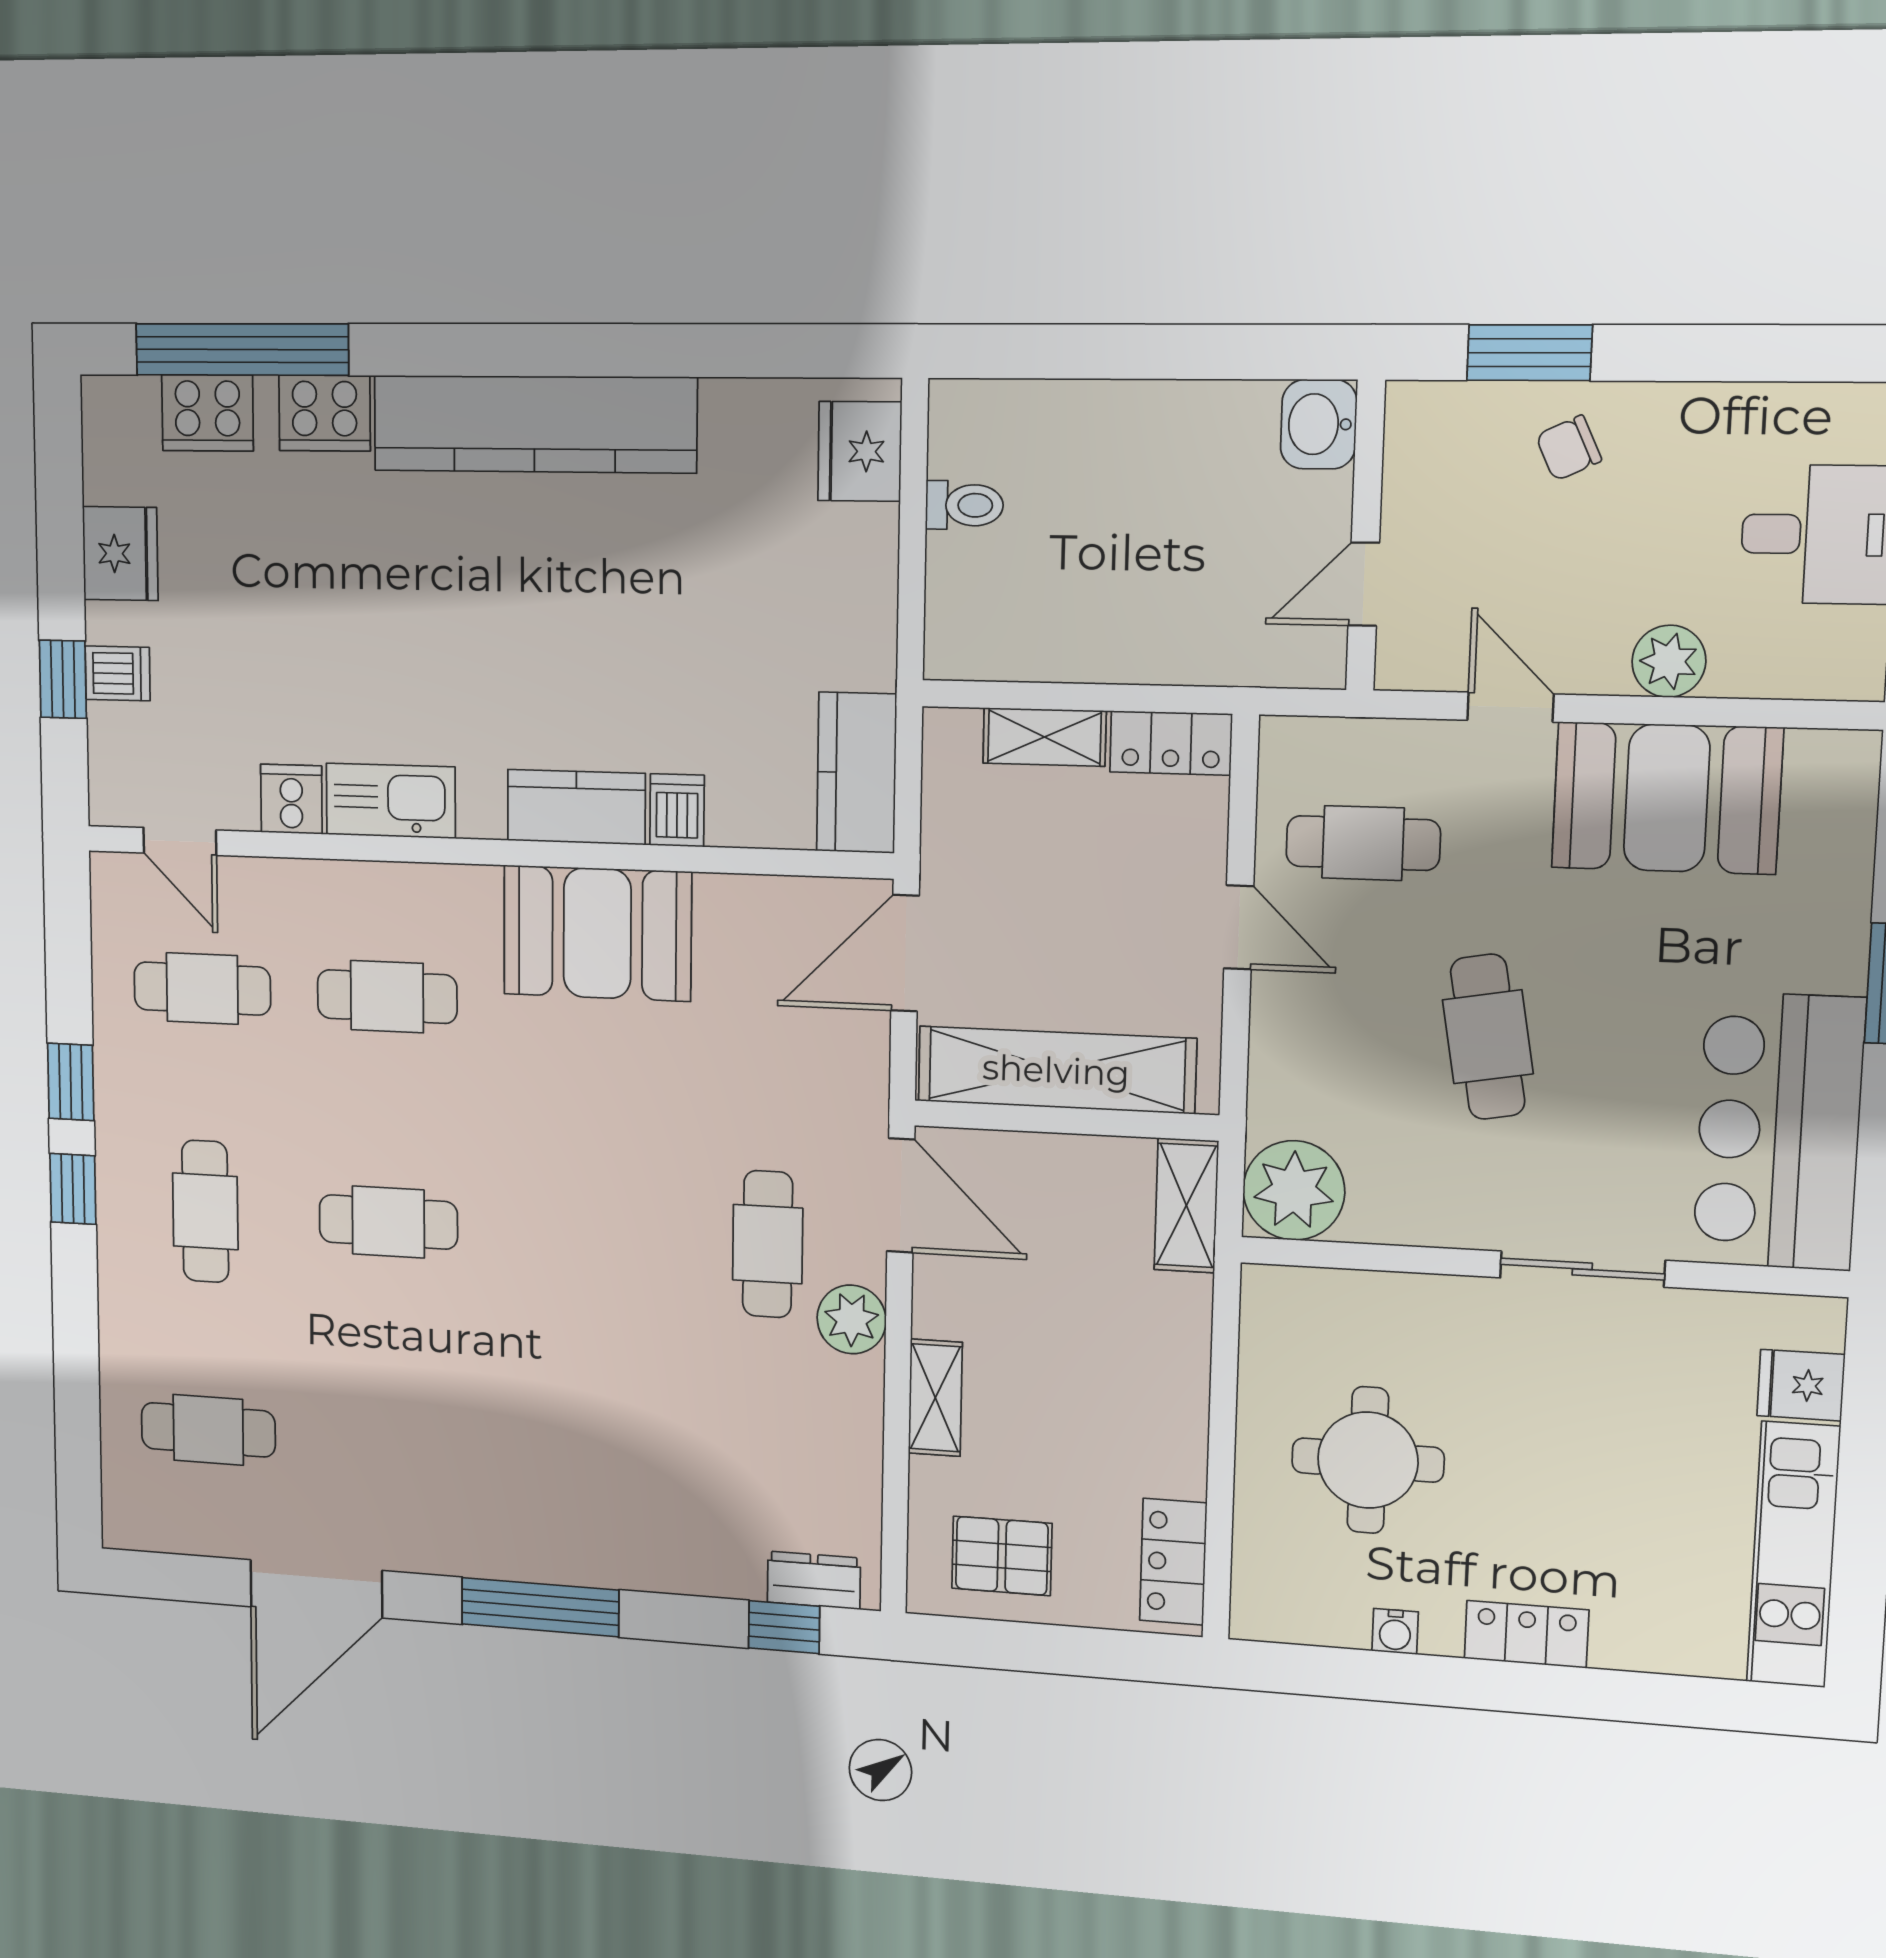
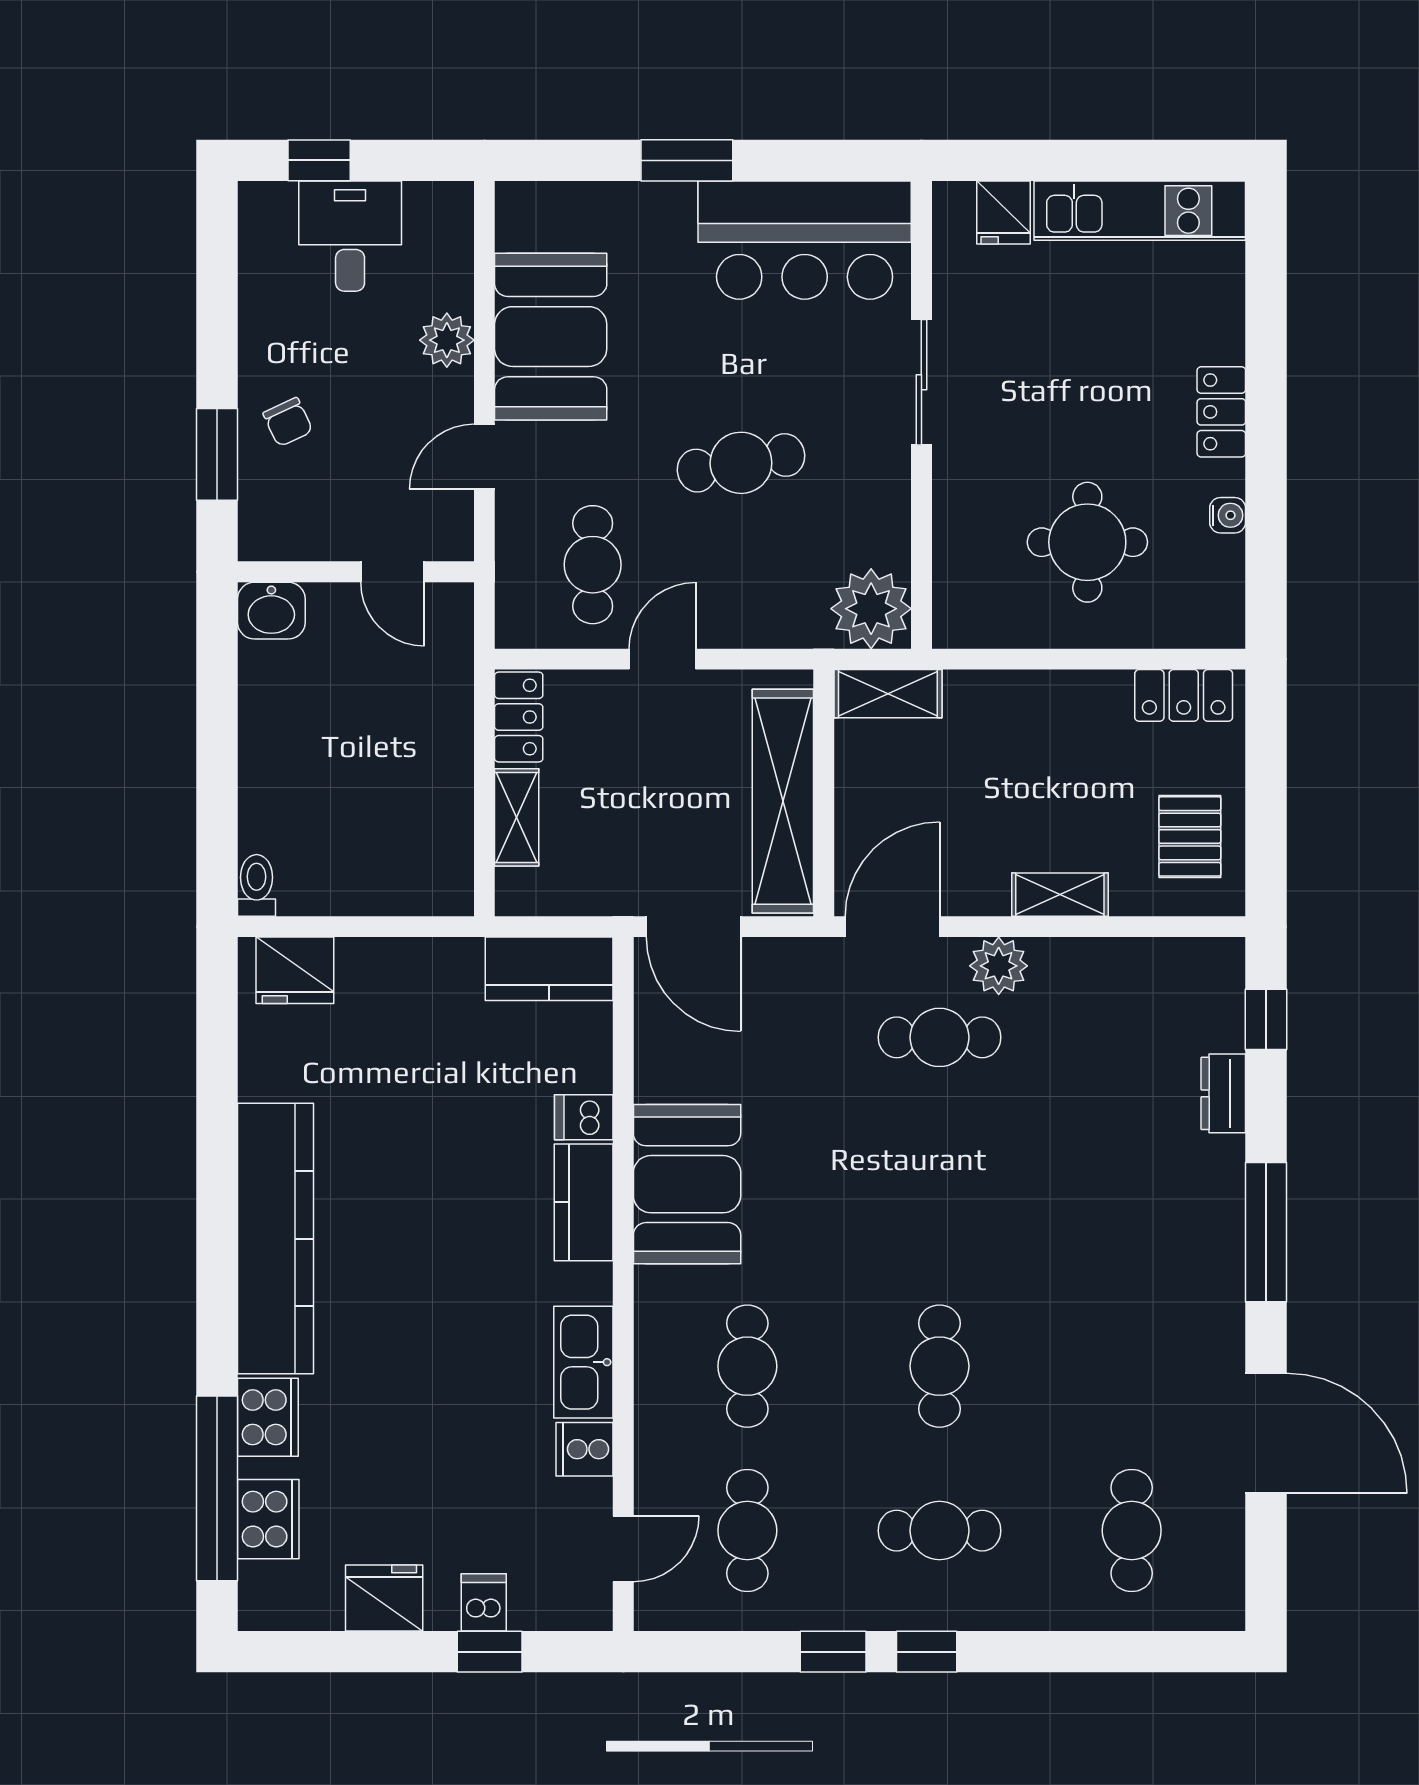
toilet: (964, 505) -> (257, 885), moved
dresser: (814, 1580) -> (1223, 1093), moved

